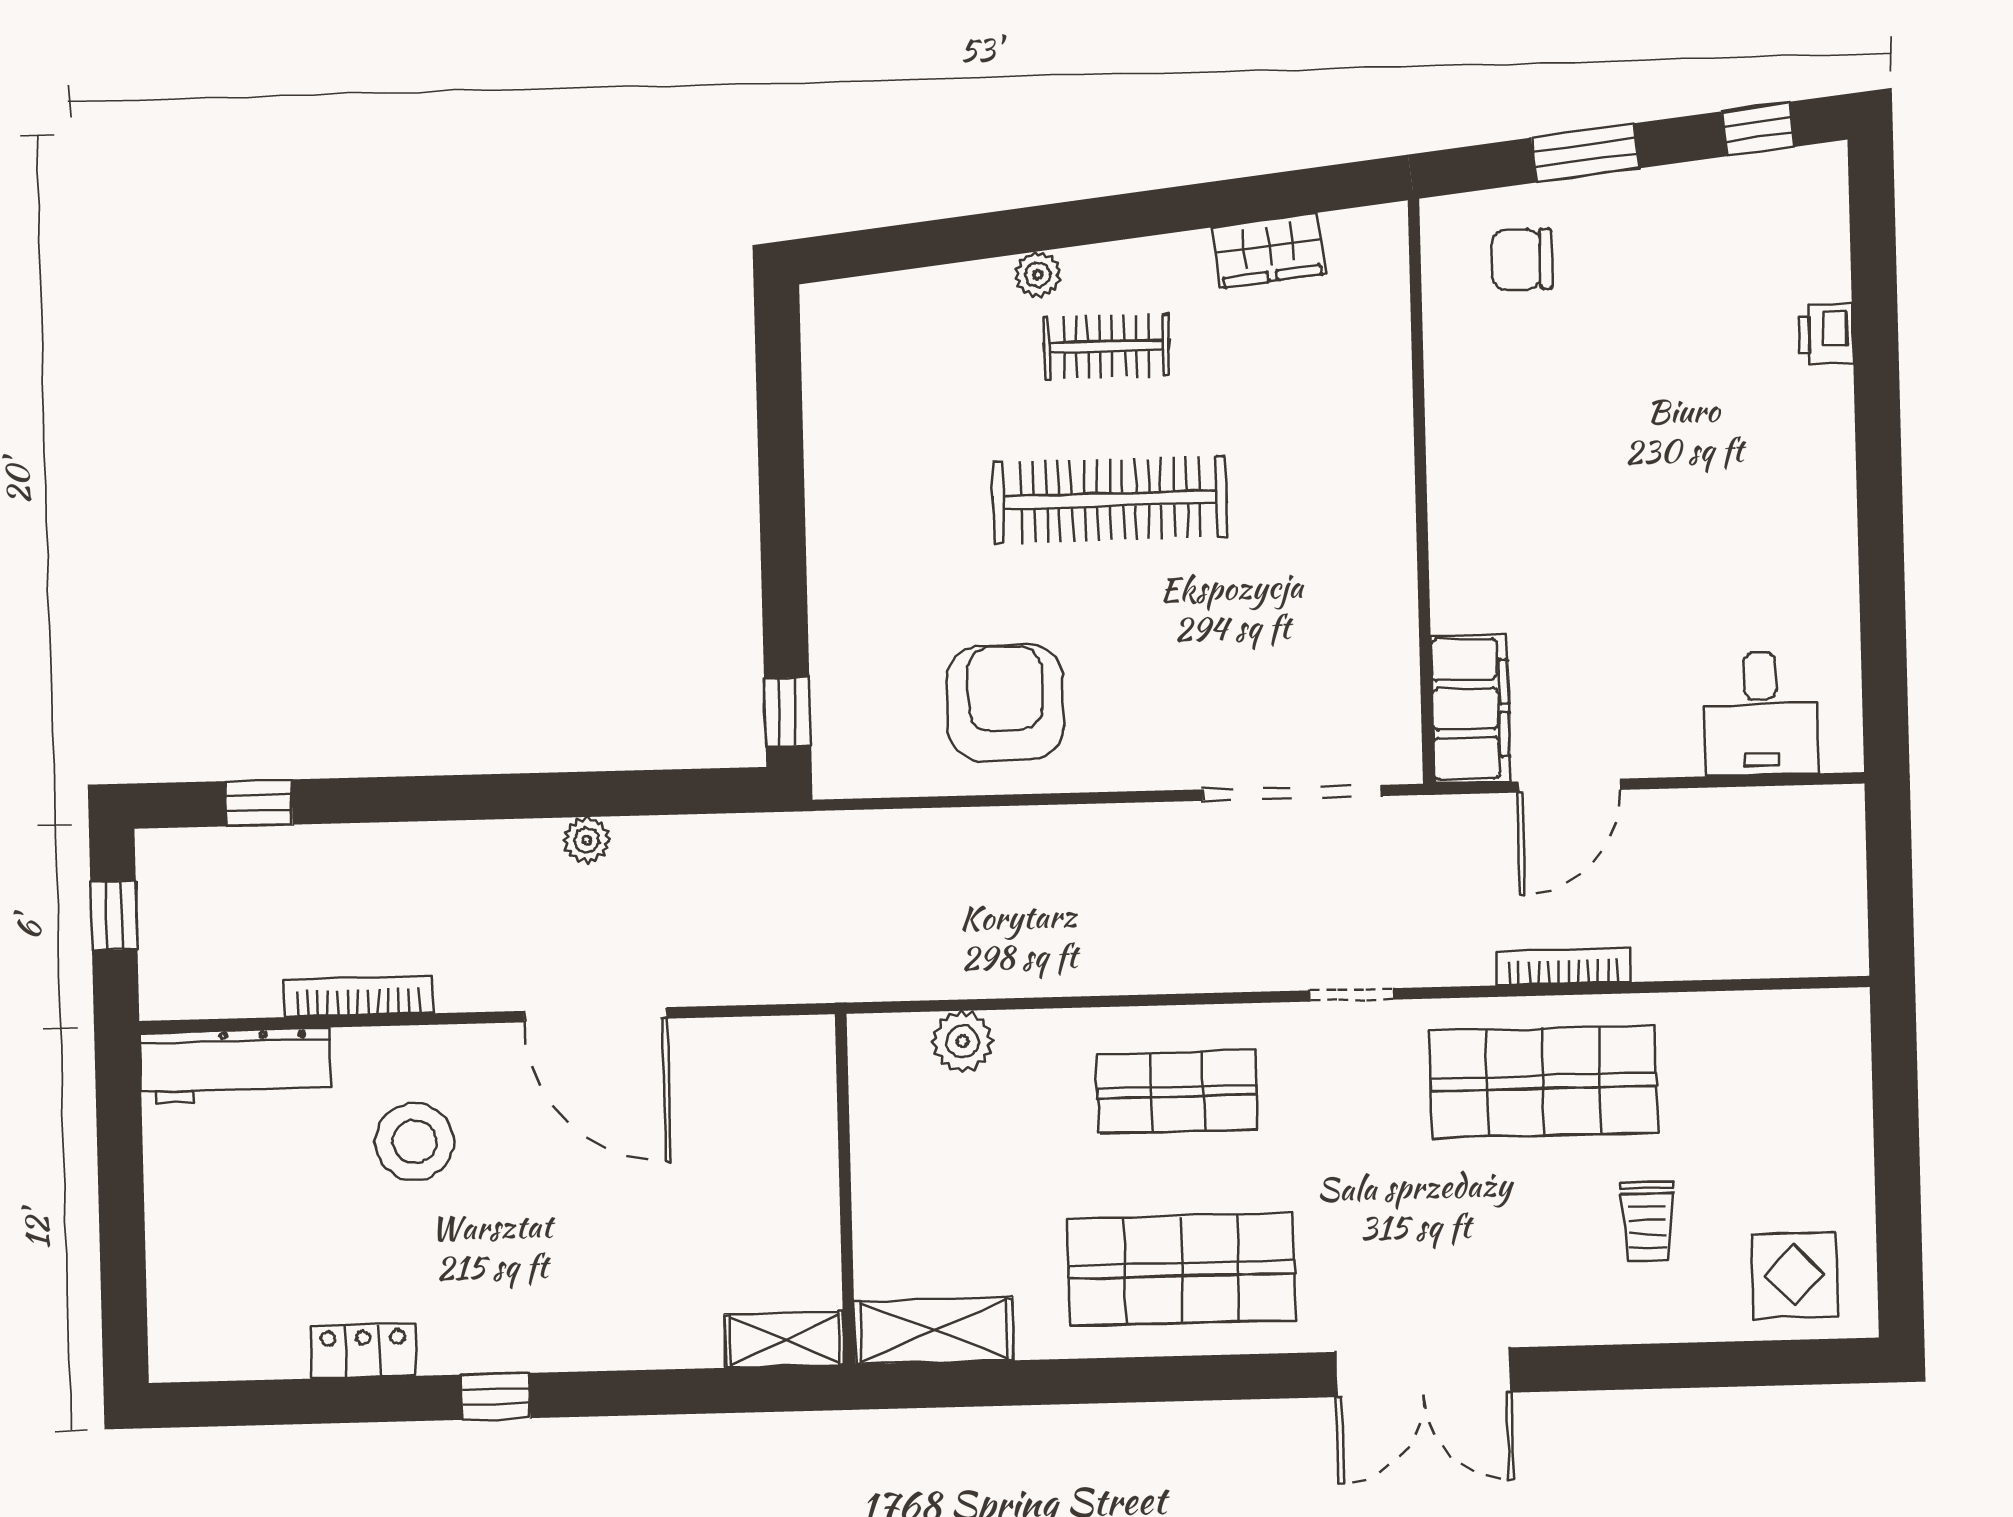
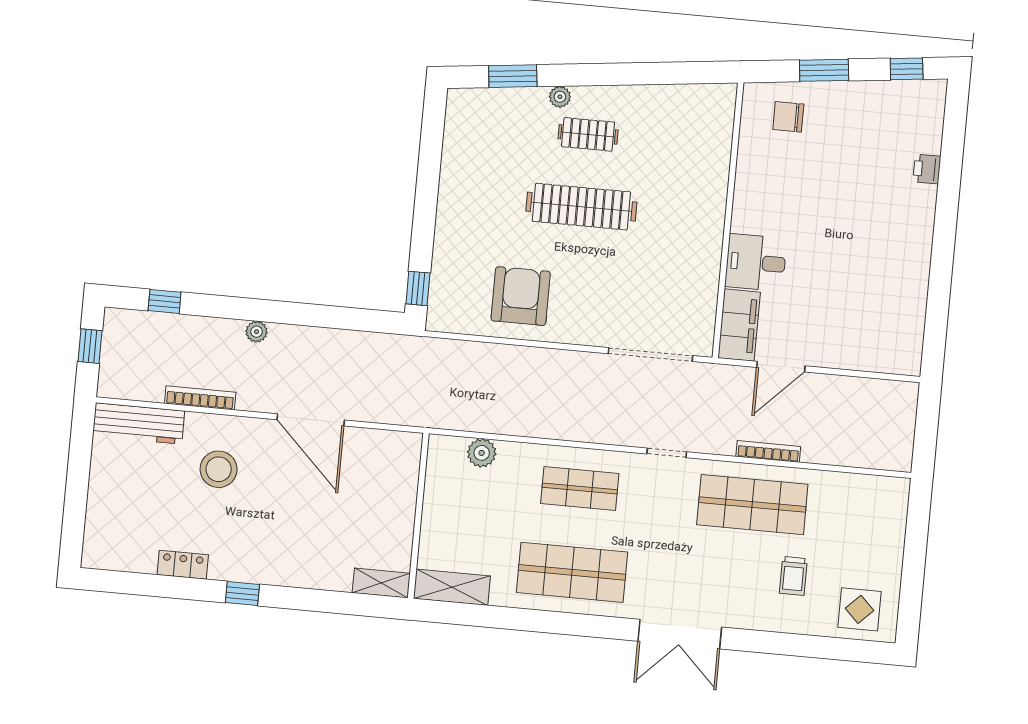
window: (934, 243) -> (513, 76), added
wardrobe: (1269, 250) -> (670, 98), removed
desk: (1761, 714) -> (756, 262), moved, turned 90
plant: (587, 840) -> (257, 332), moved

